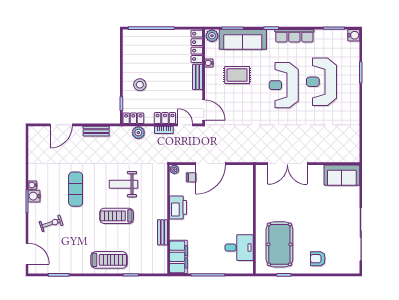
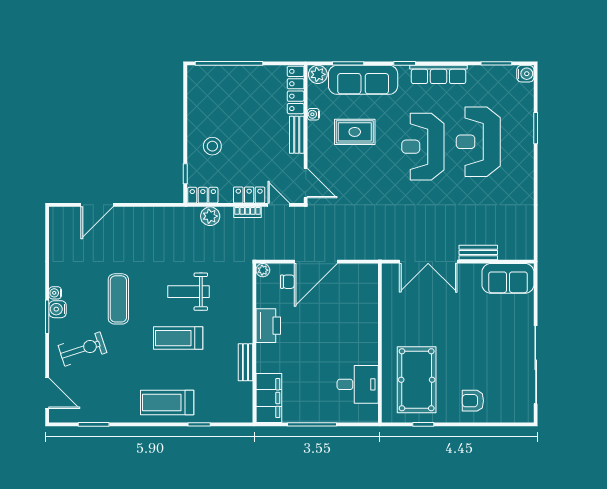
bench: (96, 131) -> (478, 253), moved
exercise bike: (51, 223) -> (82, 349), width x1.38, depth x1.39
treadmill: (109, 260) -> (167, 402), turned 180

